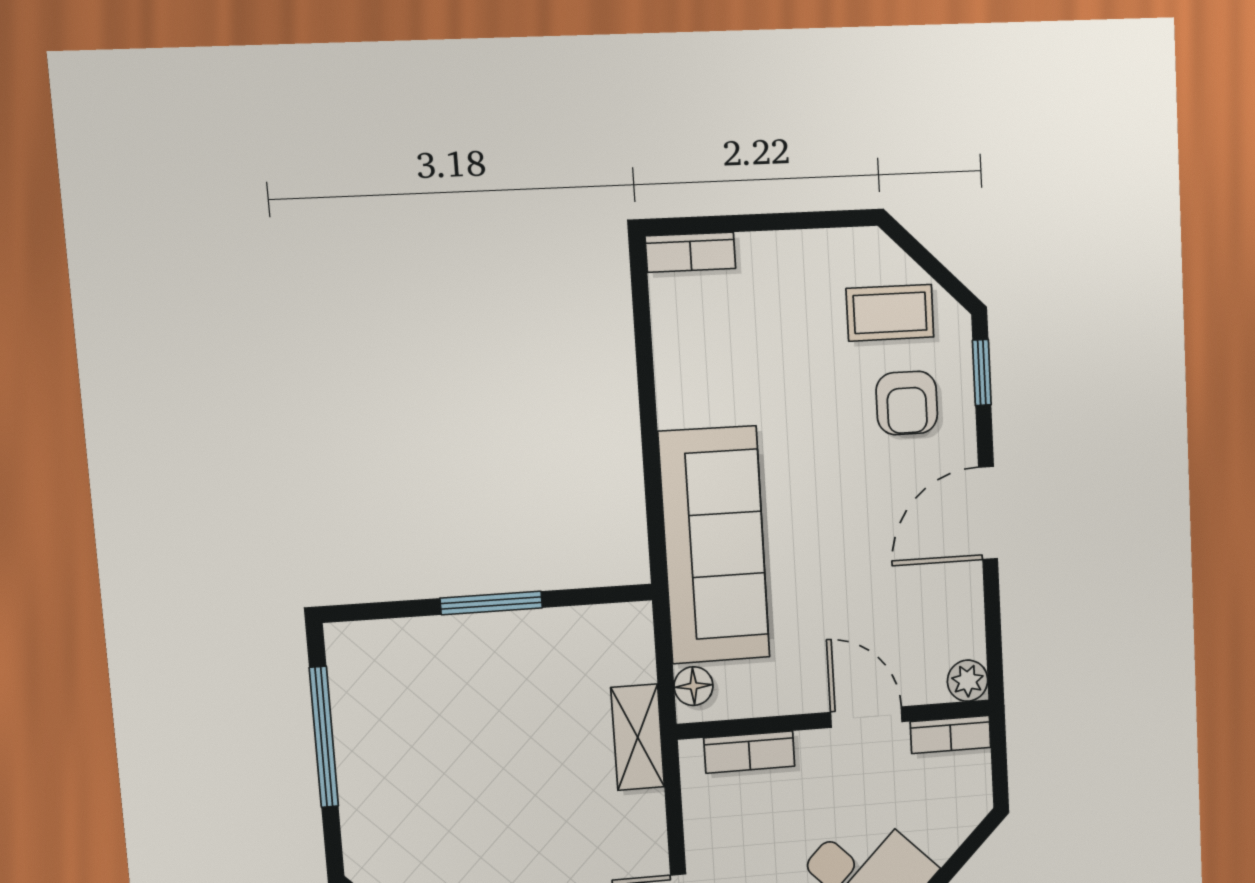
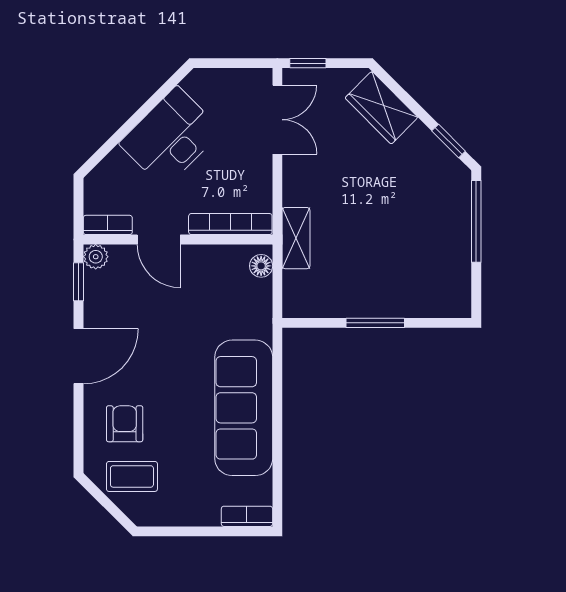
window: (982, 373) -> (79, 282), moved
sofa: (714, 545) -> (244, 408), moved
window: (324, 737) -> (476, 221), moved
bookcase: (749, 752) -> (230, 224), width x1.56

